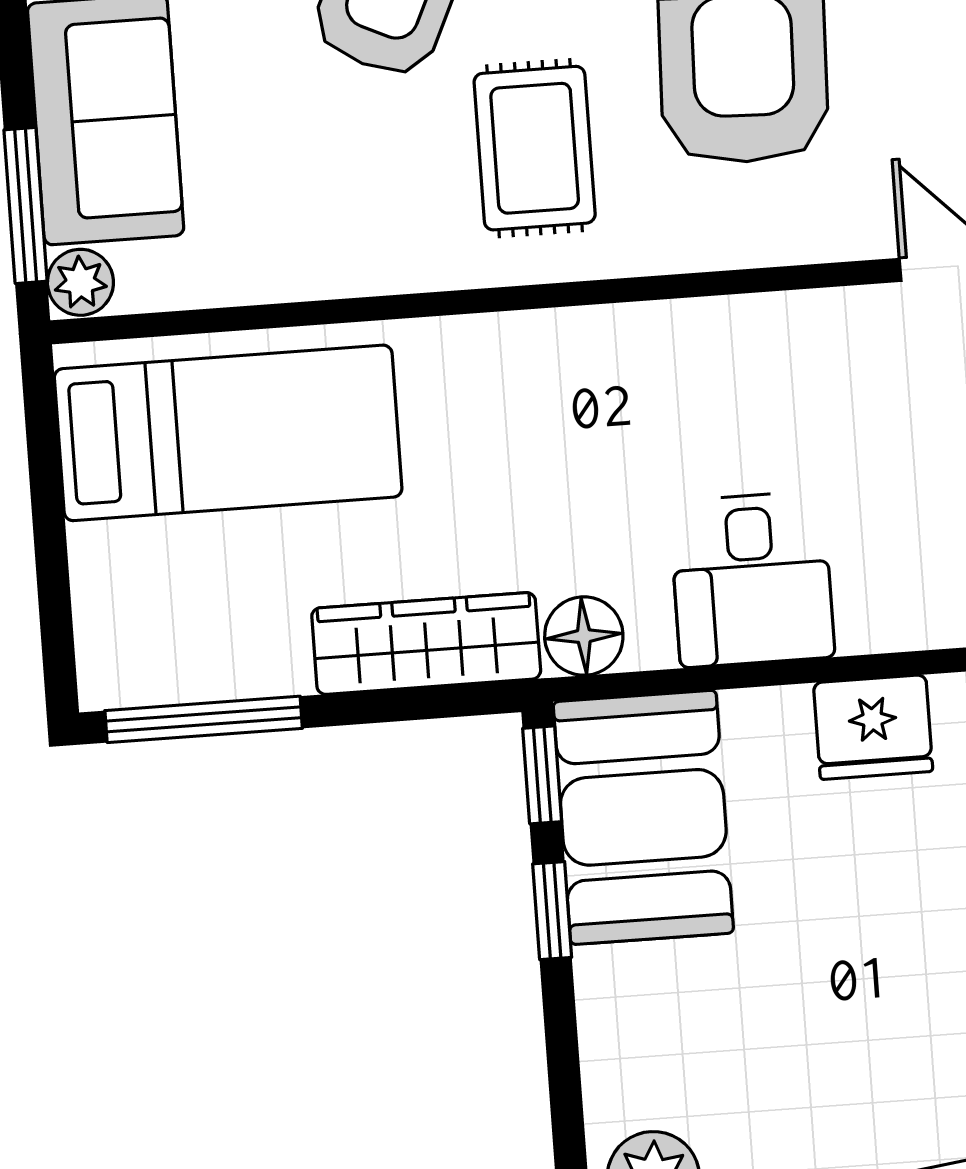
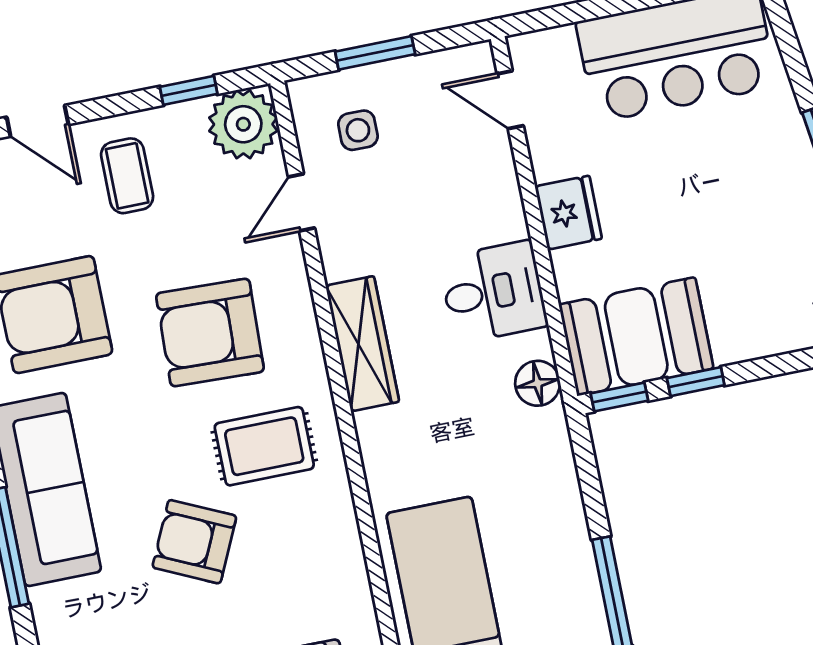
wardrobe: (426, 643) -> (362, 344), moved, turned 180

